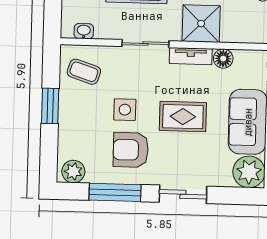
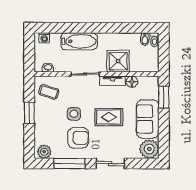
armchair: (131, 150) -> (78, 138), turned 180

